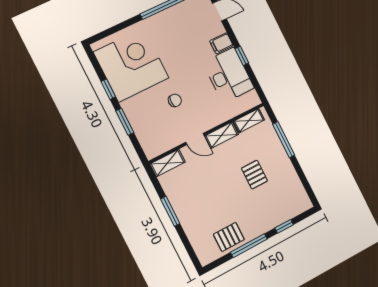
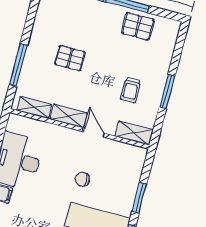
pallet: (254, 175) -> (70, 58), turned 90
trolley: (196, 190) -> (131, 90), added

